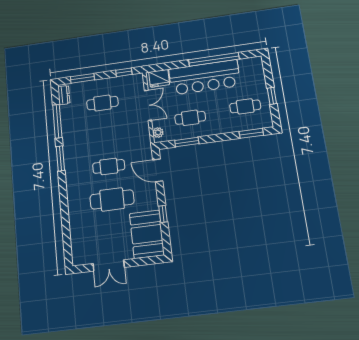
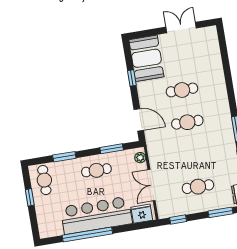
cafe table: (245, 106) -> (44, 180), moved, turned 90
cafe table: (190, 118) -> (96, 170), moved
window: (251, 133) -> (64, 157), moved
cafe table: (112, 199) -> (182, 90), width x0.73, depth x0.74

